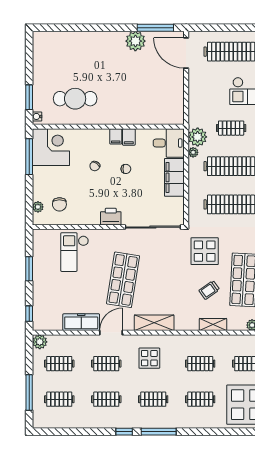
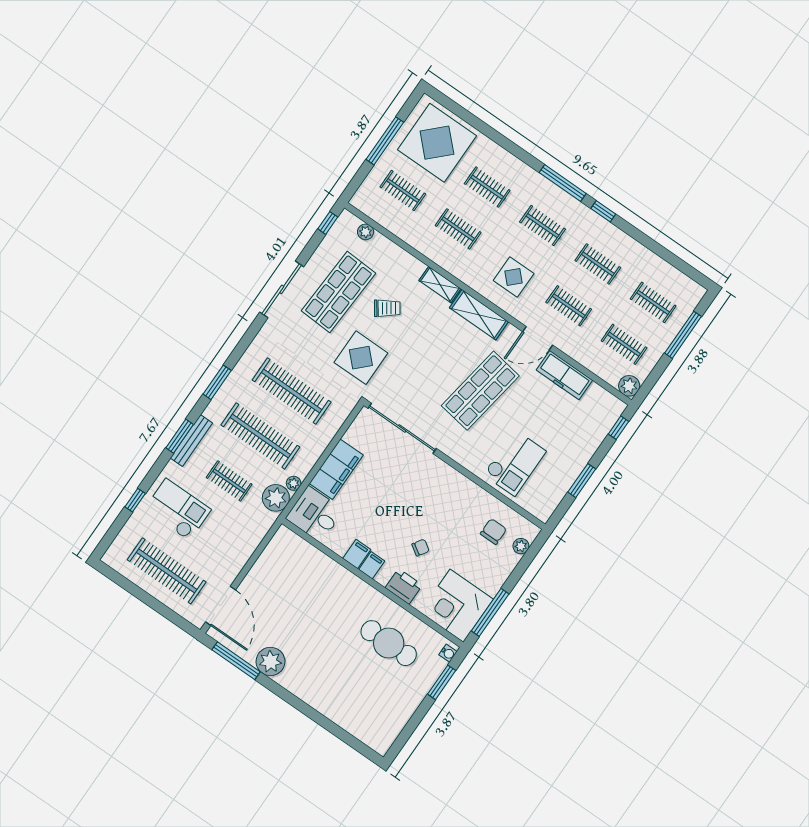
chair: (126, 169) -> (386, 519), removed
printer: (111, 217) -> (404, 586), moved, turned 180
shelving: (213, 324) -> (440, 285), moved

